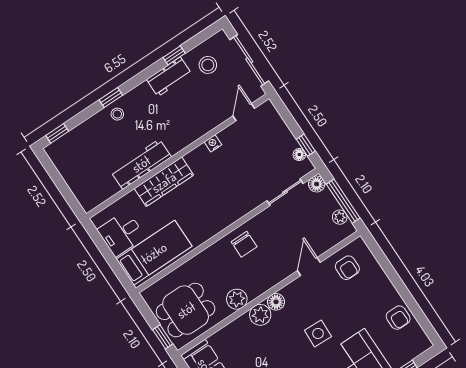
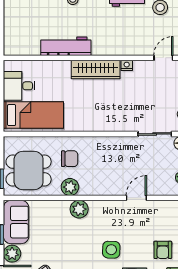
wardrobe: (164, 182) -> (96, 69), moved
chair: (244, 244) -> (70, 159), moved, turned -90
armchair: (347, 268) -> (163, 250), moved
floor lamp: (276, 302) -> (97, 207), removed

